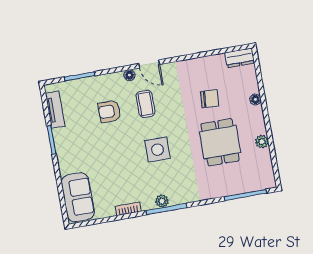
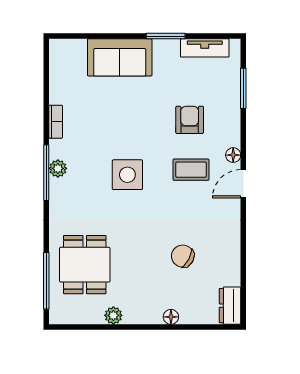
chair: (210, 99) -> (183, 256), turned 114
dining table: (220, 142) -> (85, 265), moved, turned 90
sofa: (78, 197) -> (120, 57), moved

